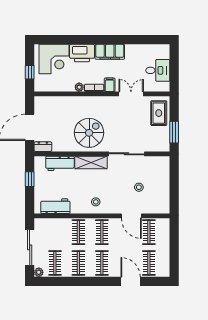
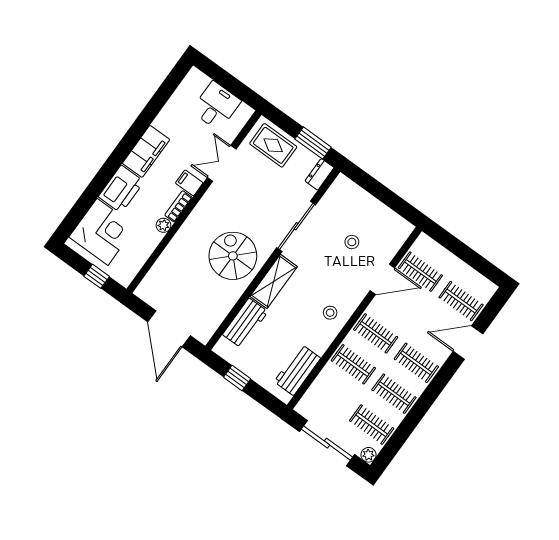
dresser: (43, 147) -> (319, 174), moved

